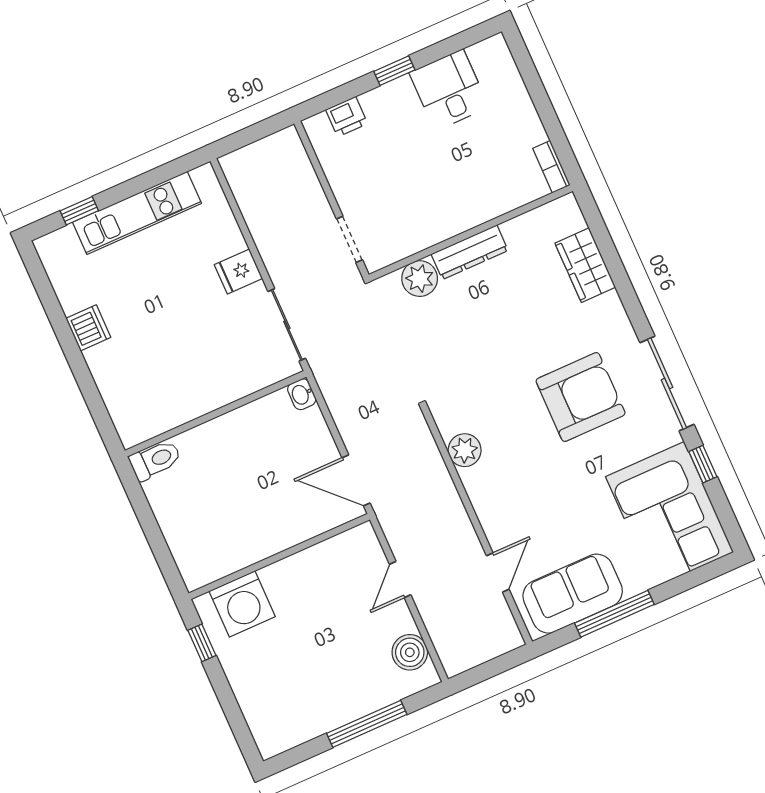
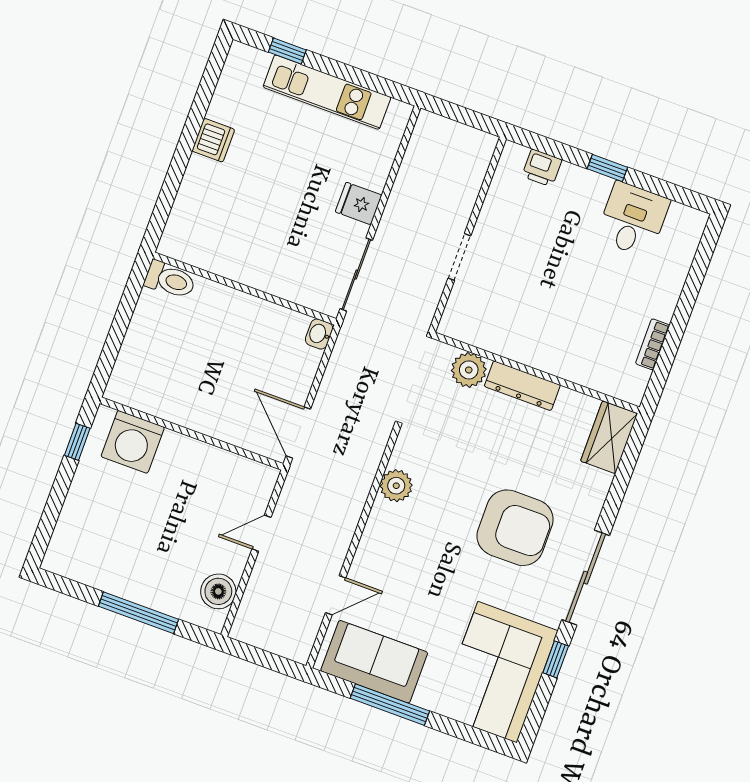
wall: (471, 233) -> (536, 373), moved
dresser: (470, 252) -> (522, 386), moved
plant: (420, 279) -> (469, 370), moved

